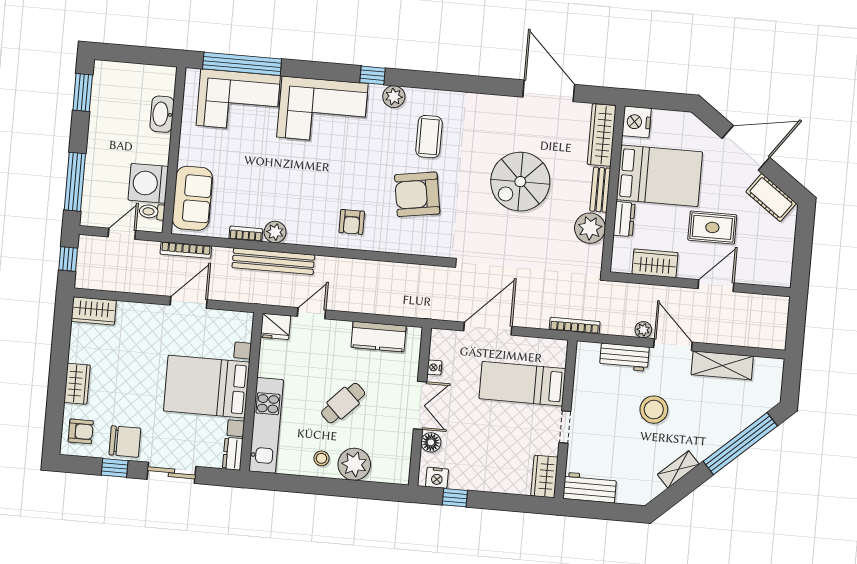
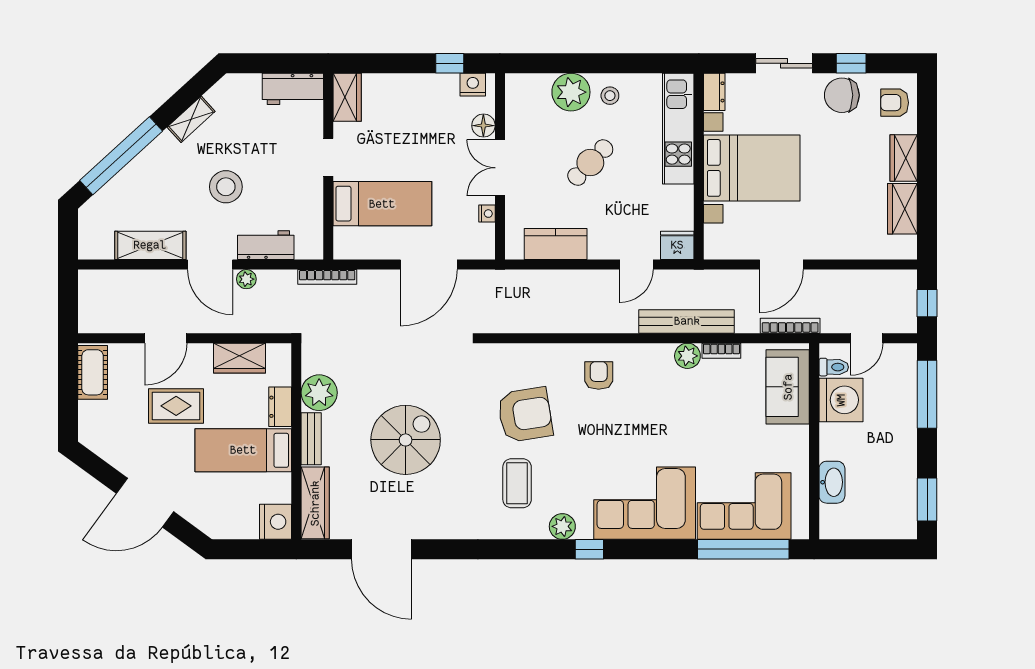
bed: (659, 176) -> (243, 450), width x0.67
cot: (771, 198) -> (93, 372), moved, turned 54
wardrobe: (94, 311) -> (902, 209), moved, turned -90

